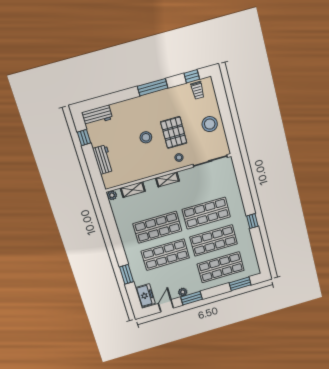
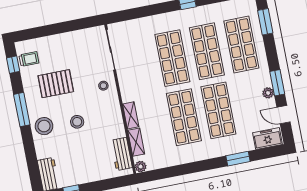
stool: (210, 124) -> (44, 126), moved
pallet: (174, 132) -> (56, 84), moved
workbench: (103, 160) -> (121, 154), moved, turned -90
shelving: (167, 179) -> (131, 115), moved

